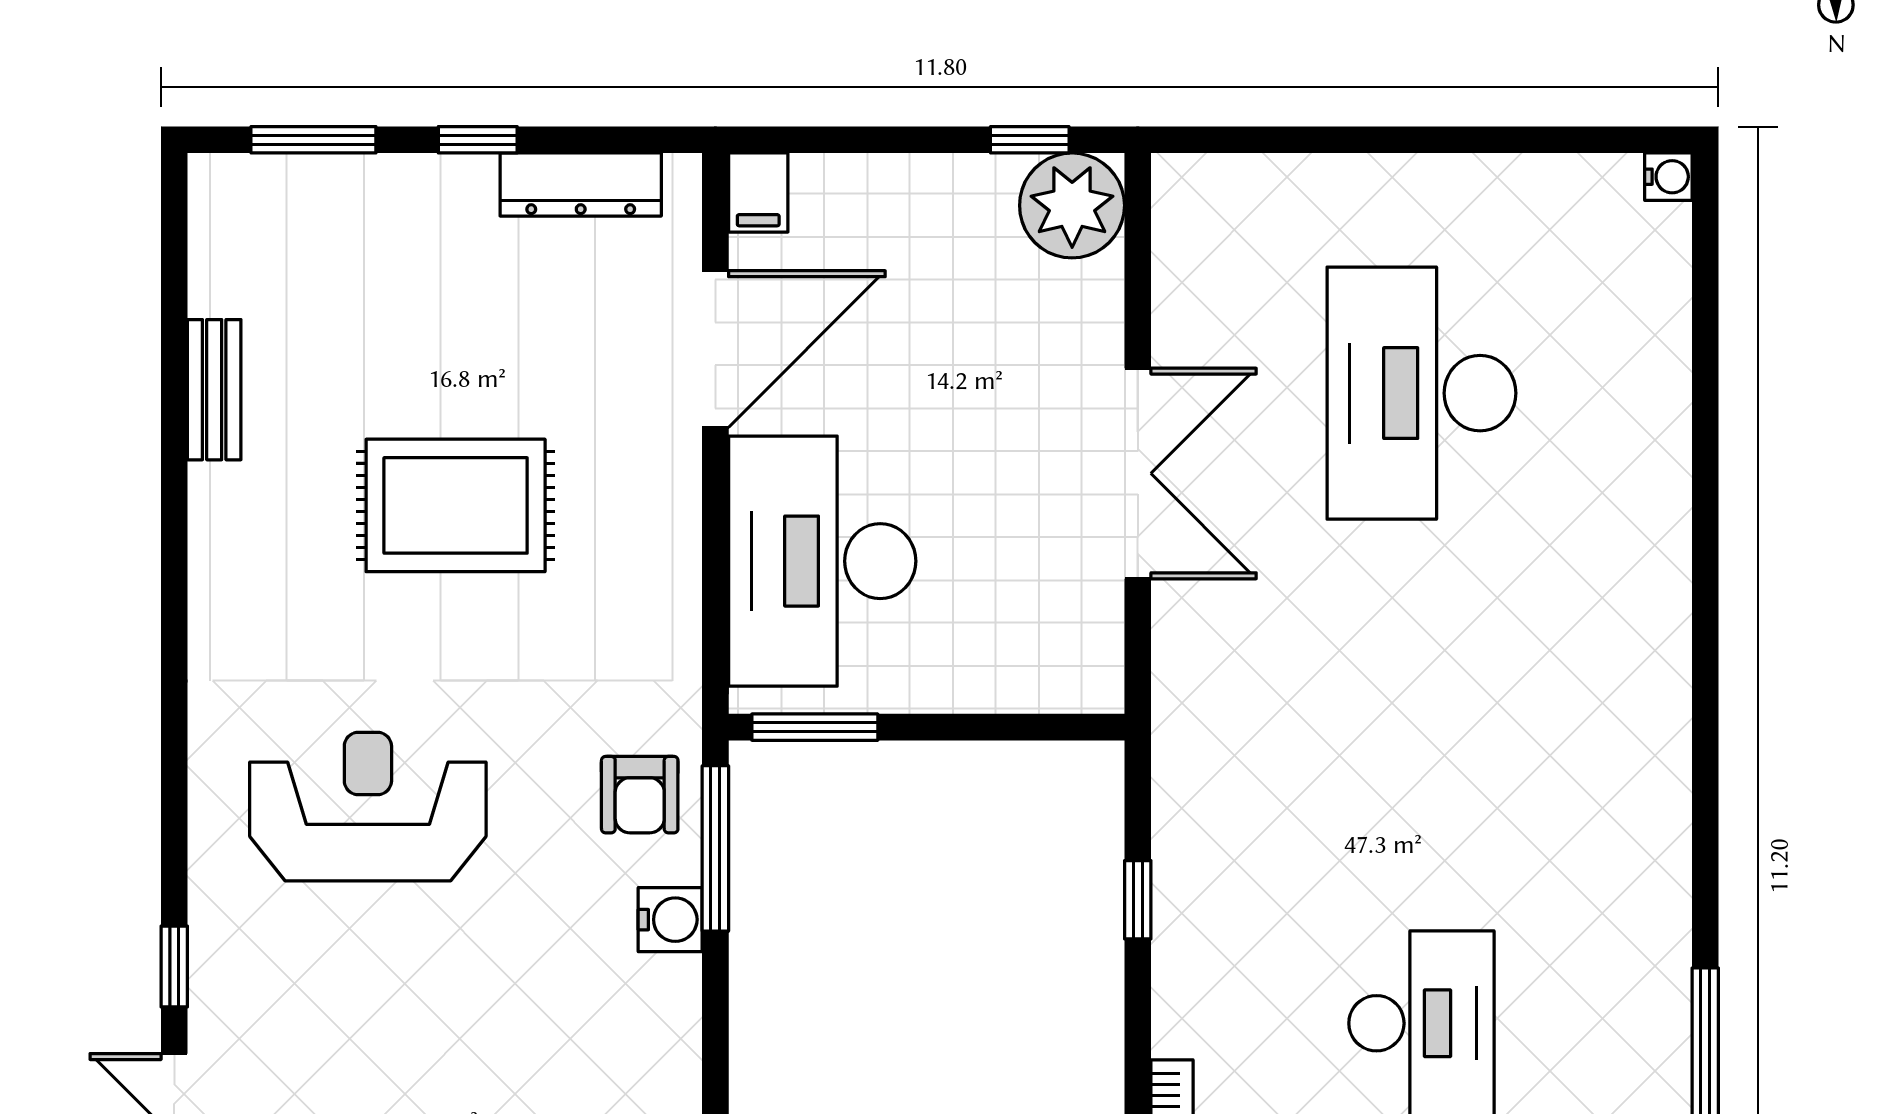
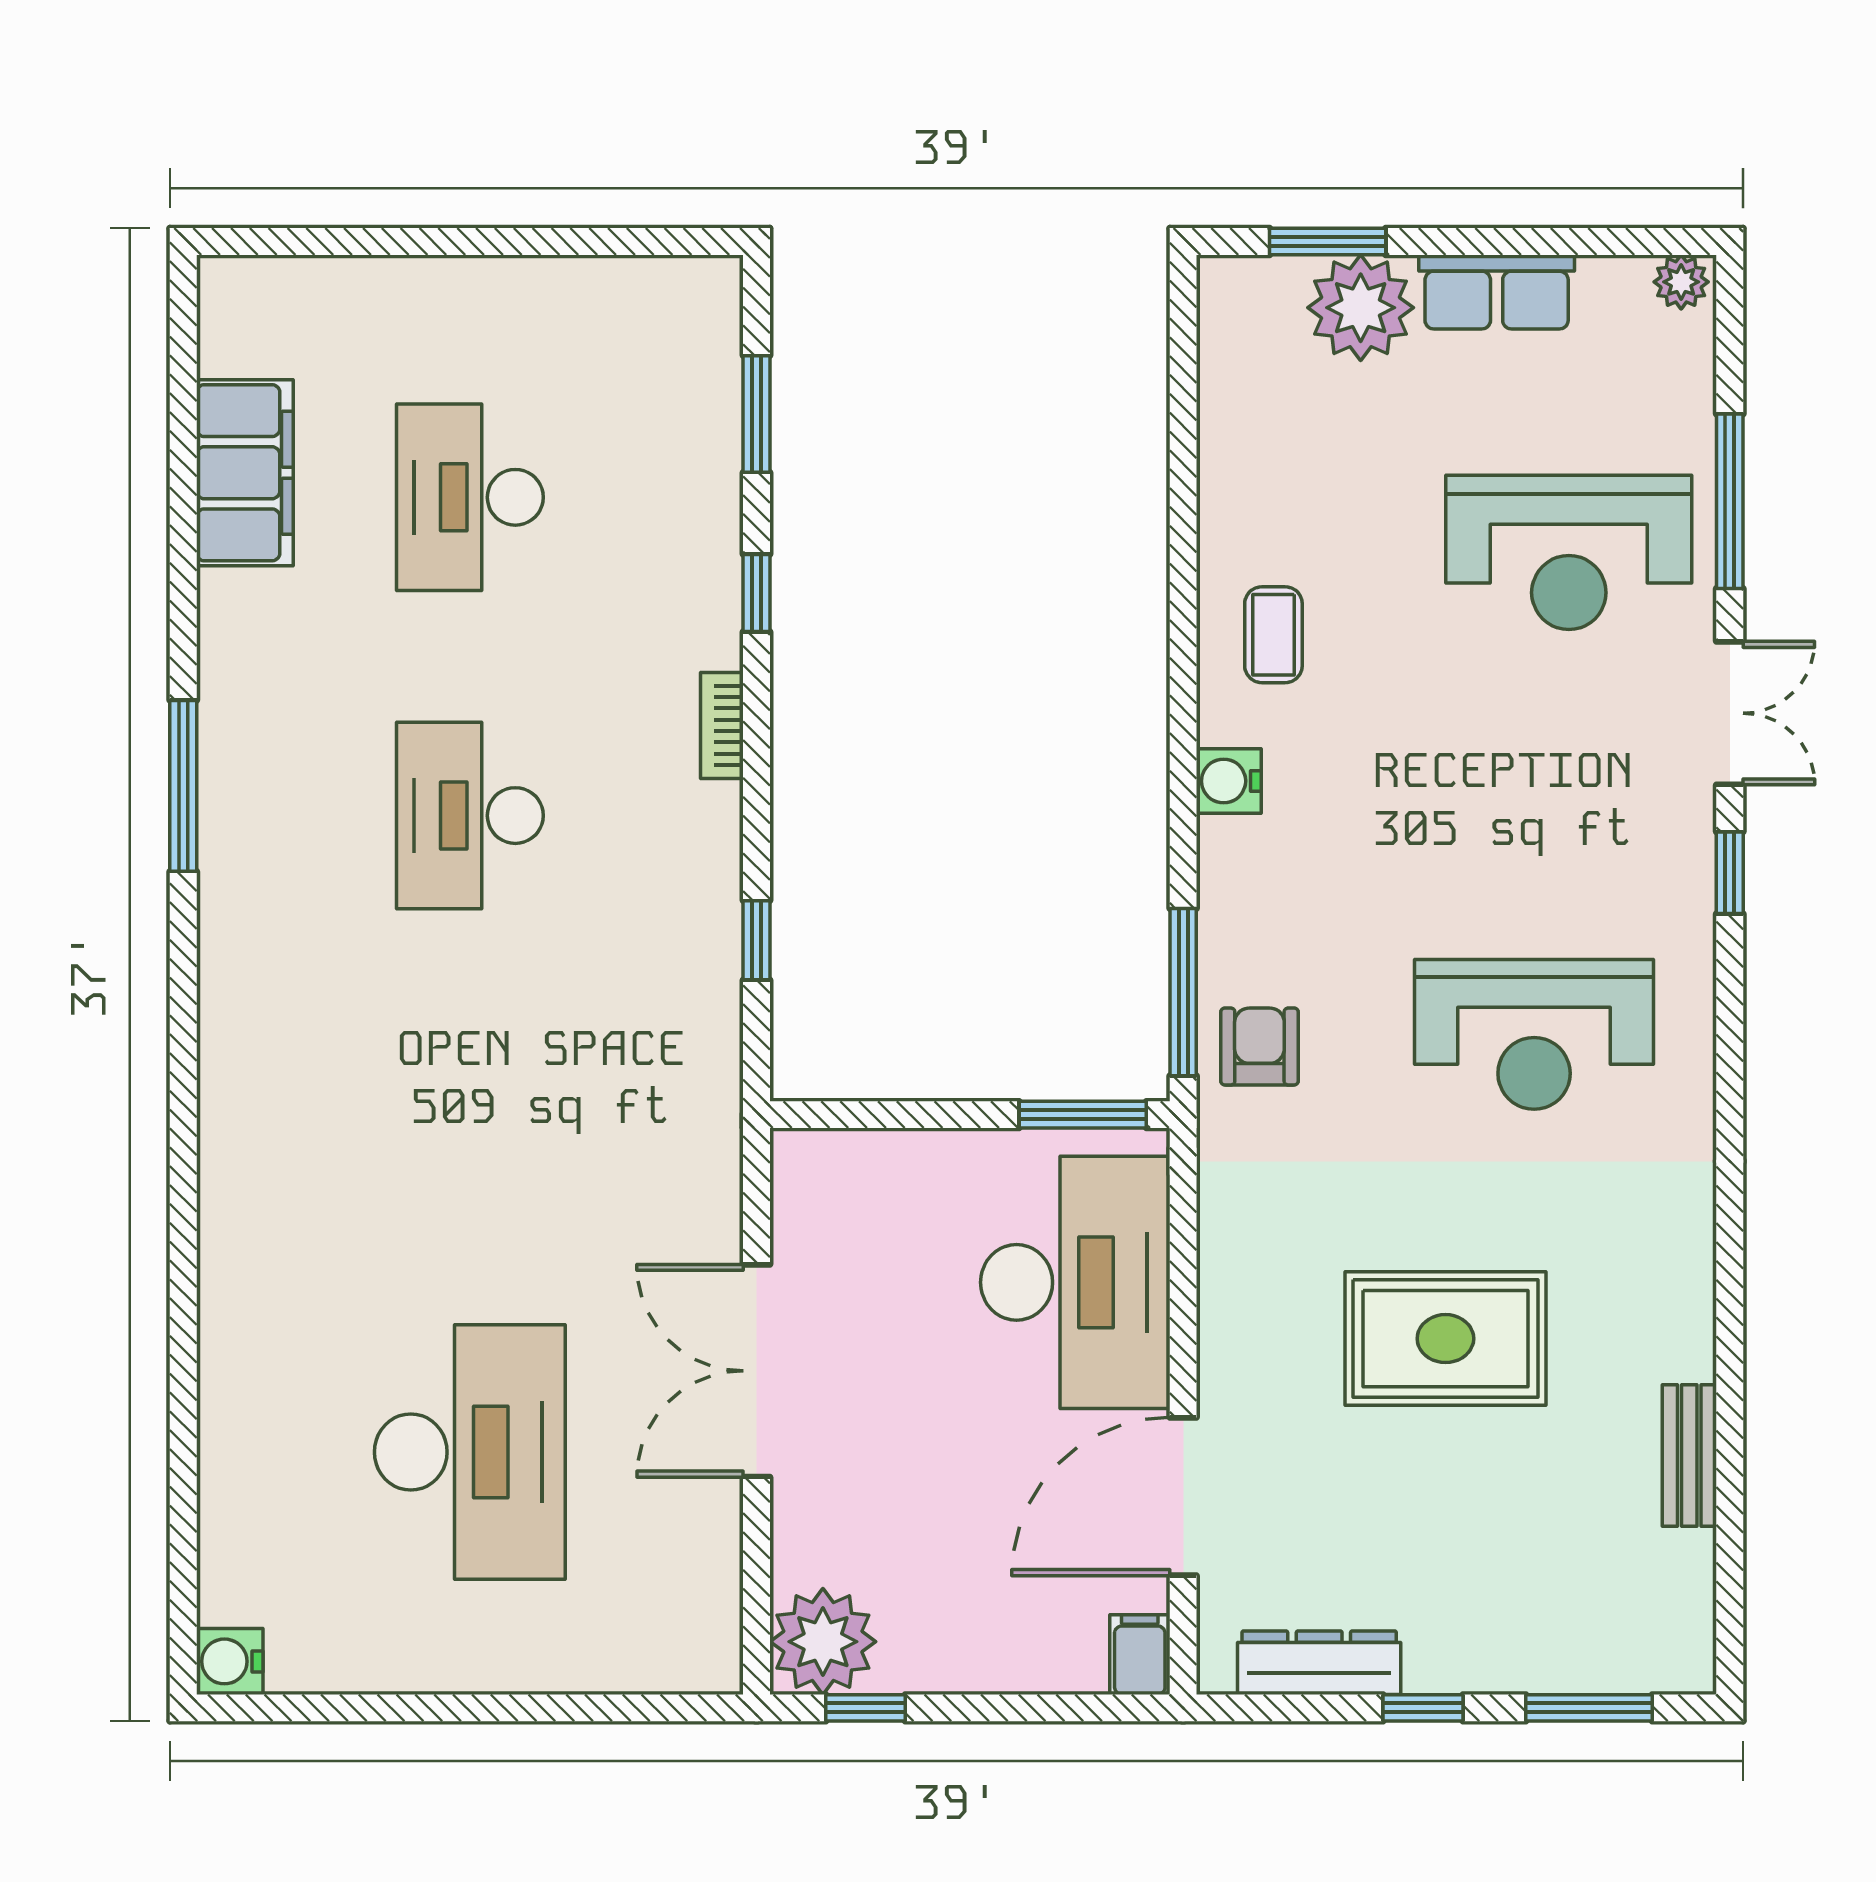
water cooler: (1668, 177) -> (230, 1661), width x1.38, depth x1.38
water cooler: (670, 920) -> (1229, 781), moved

